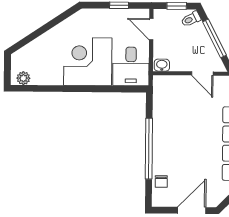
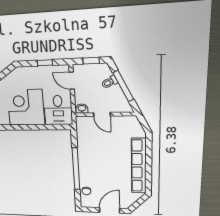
toilet: (191, 19) -> (109, 82), moved
door: (202, 74) -> (102, 114), moved

